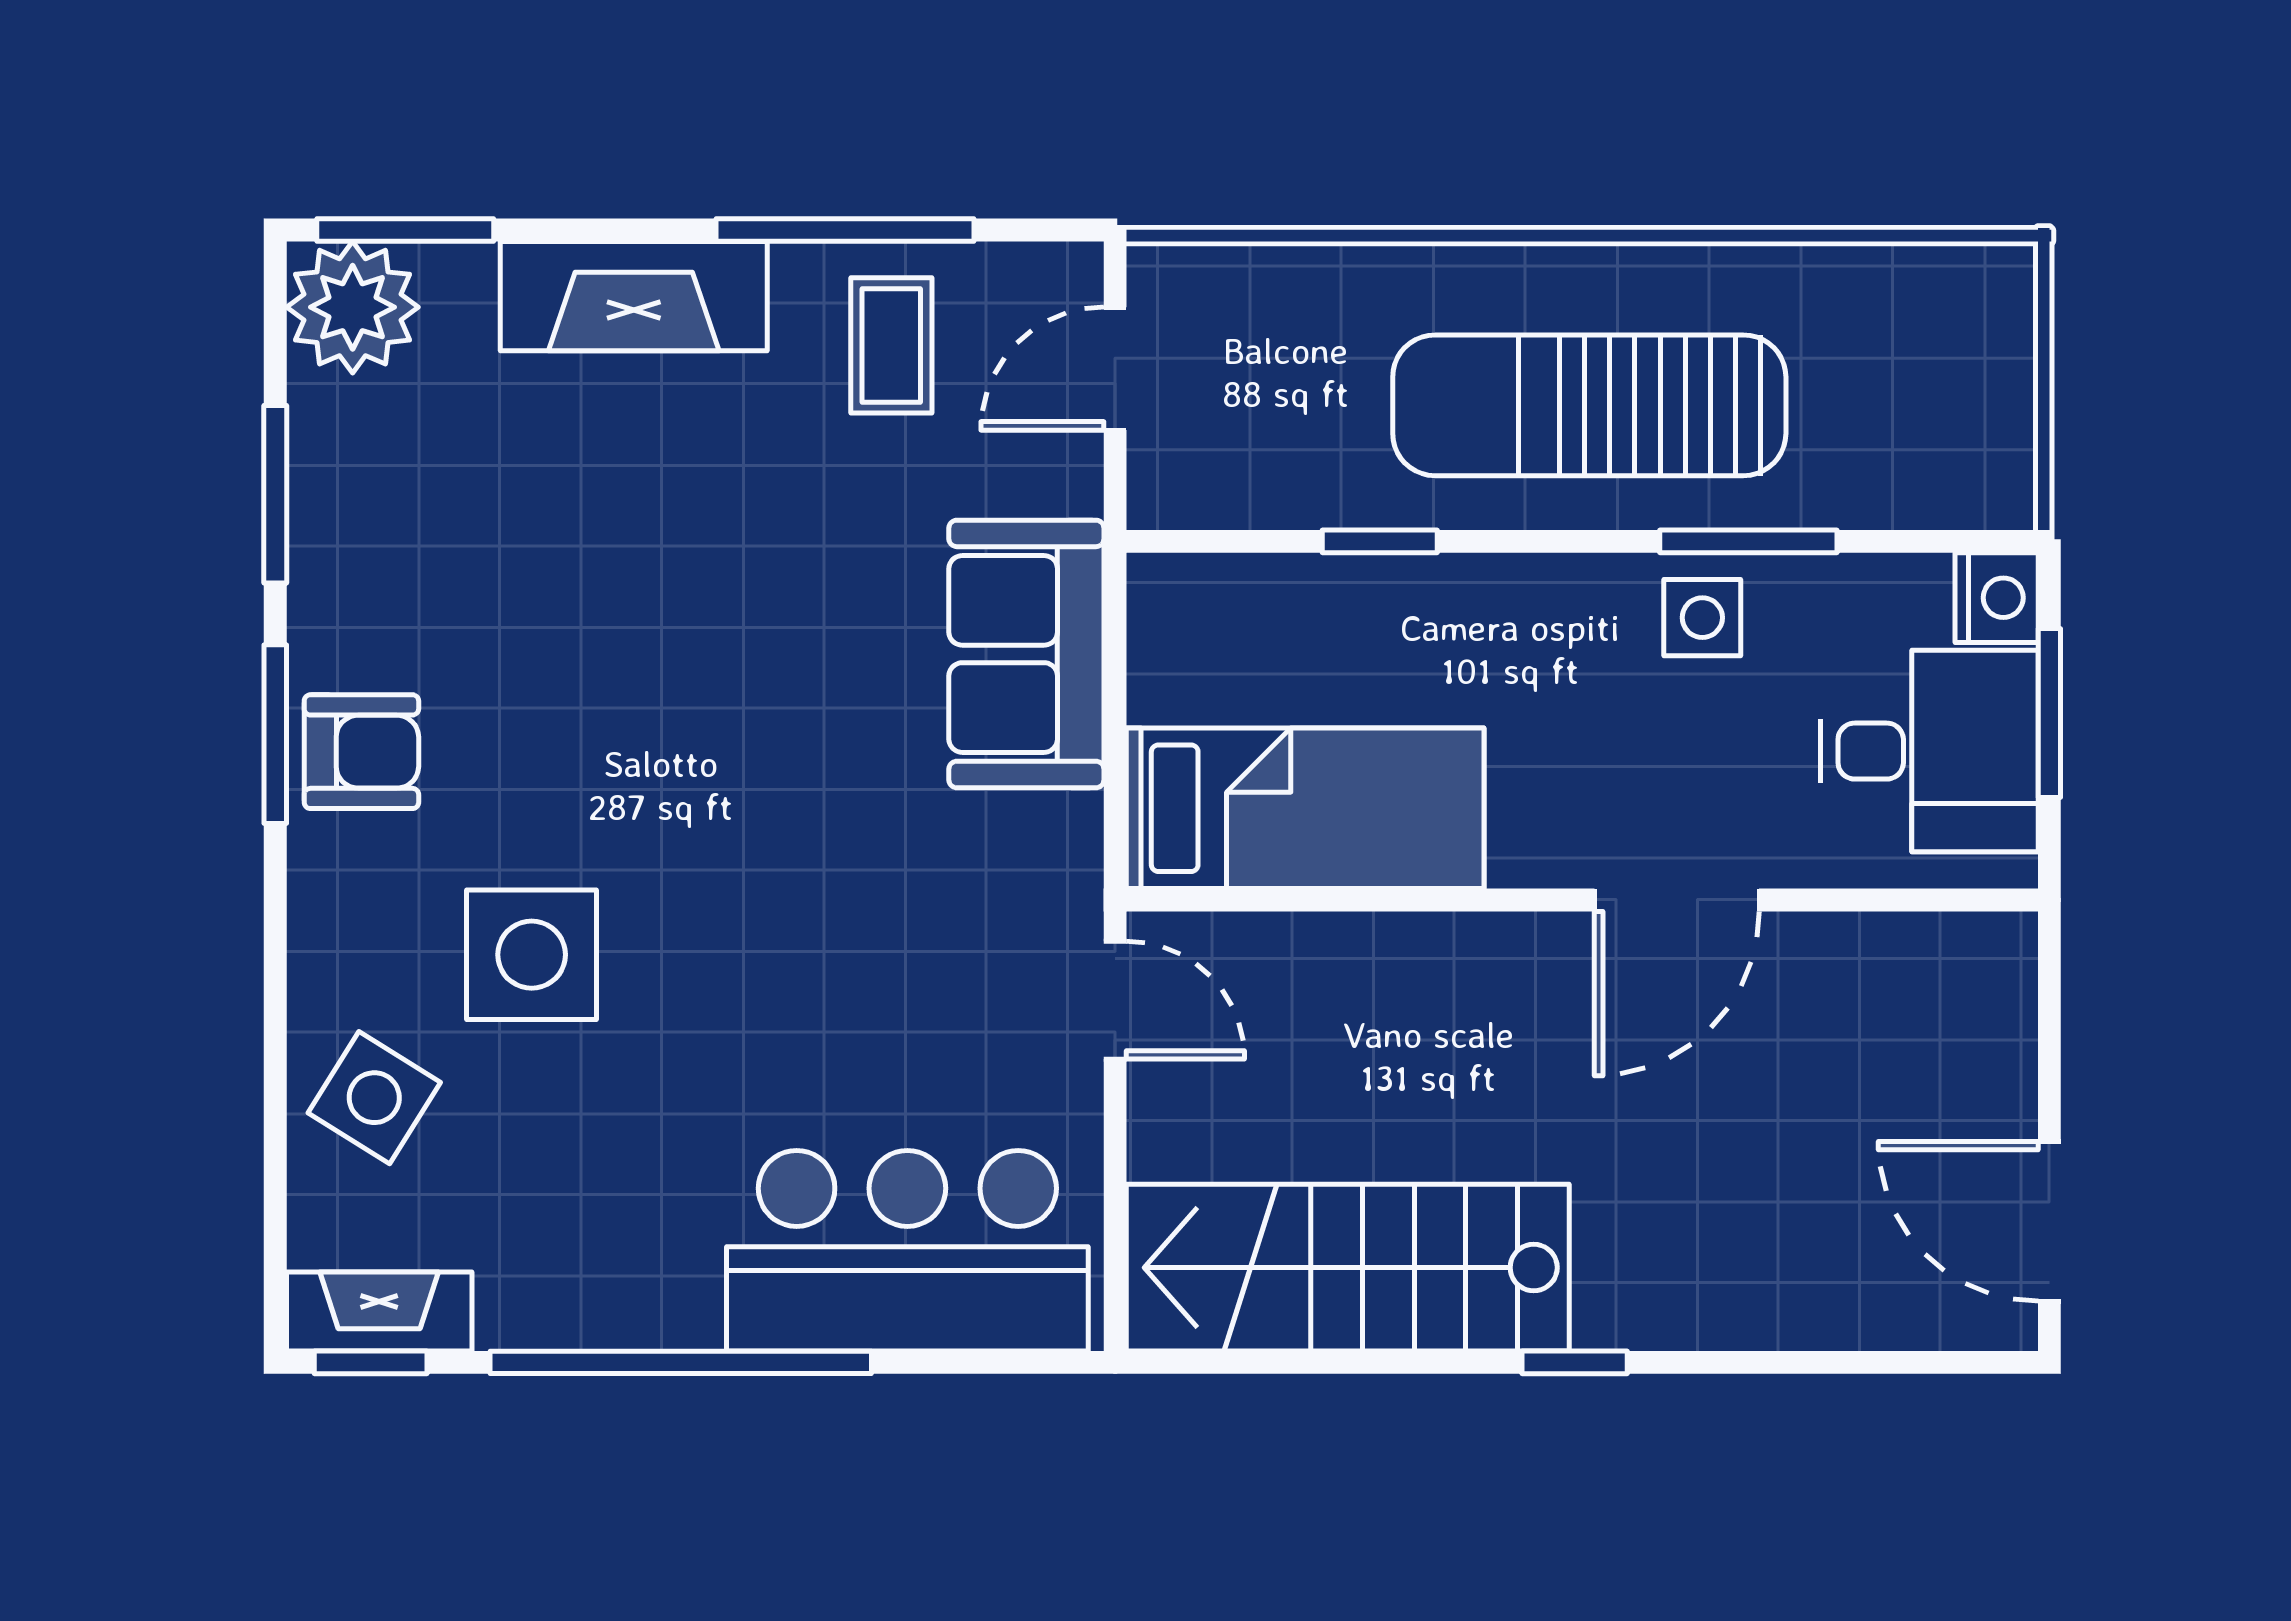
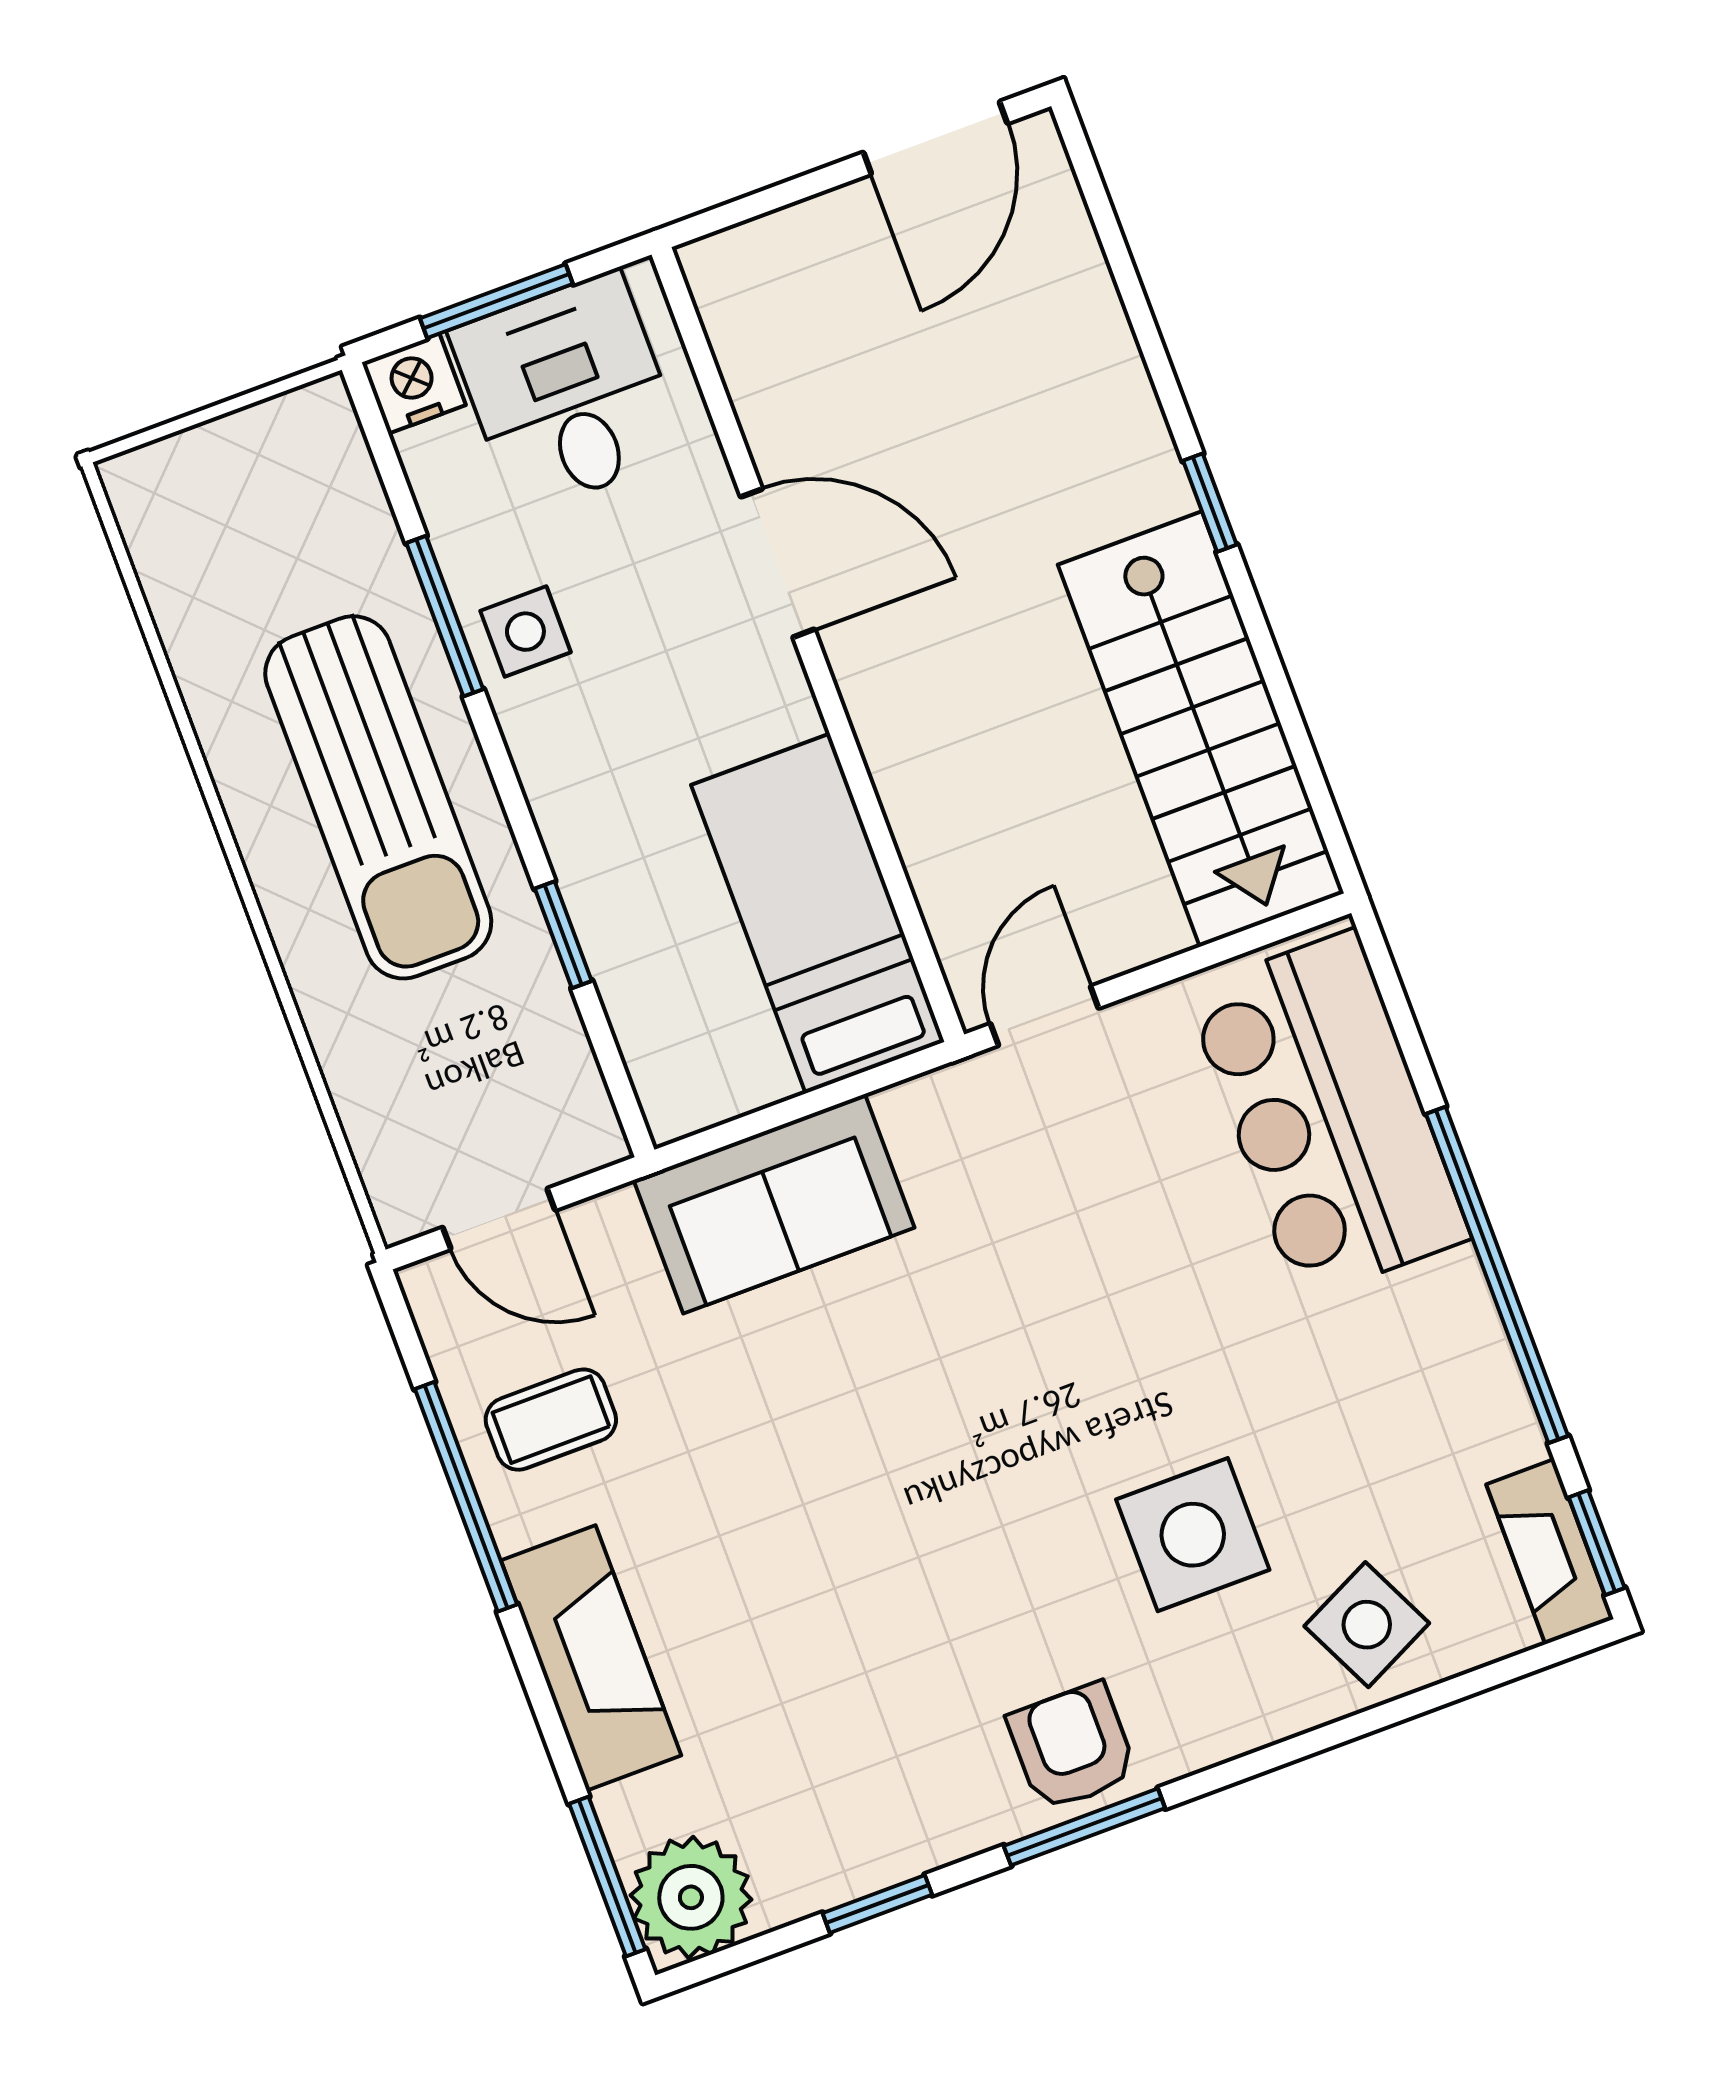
window: (275, 494) -> (877, 1904), width x0.67
side table: (374, 1098) -> (1367, 1625), turned 32

